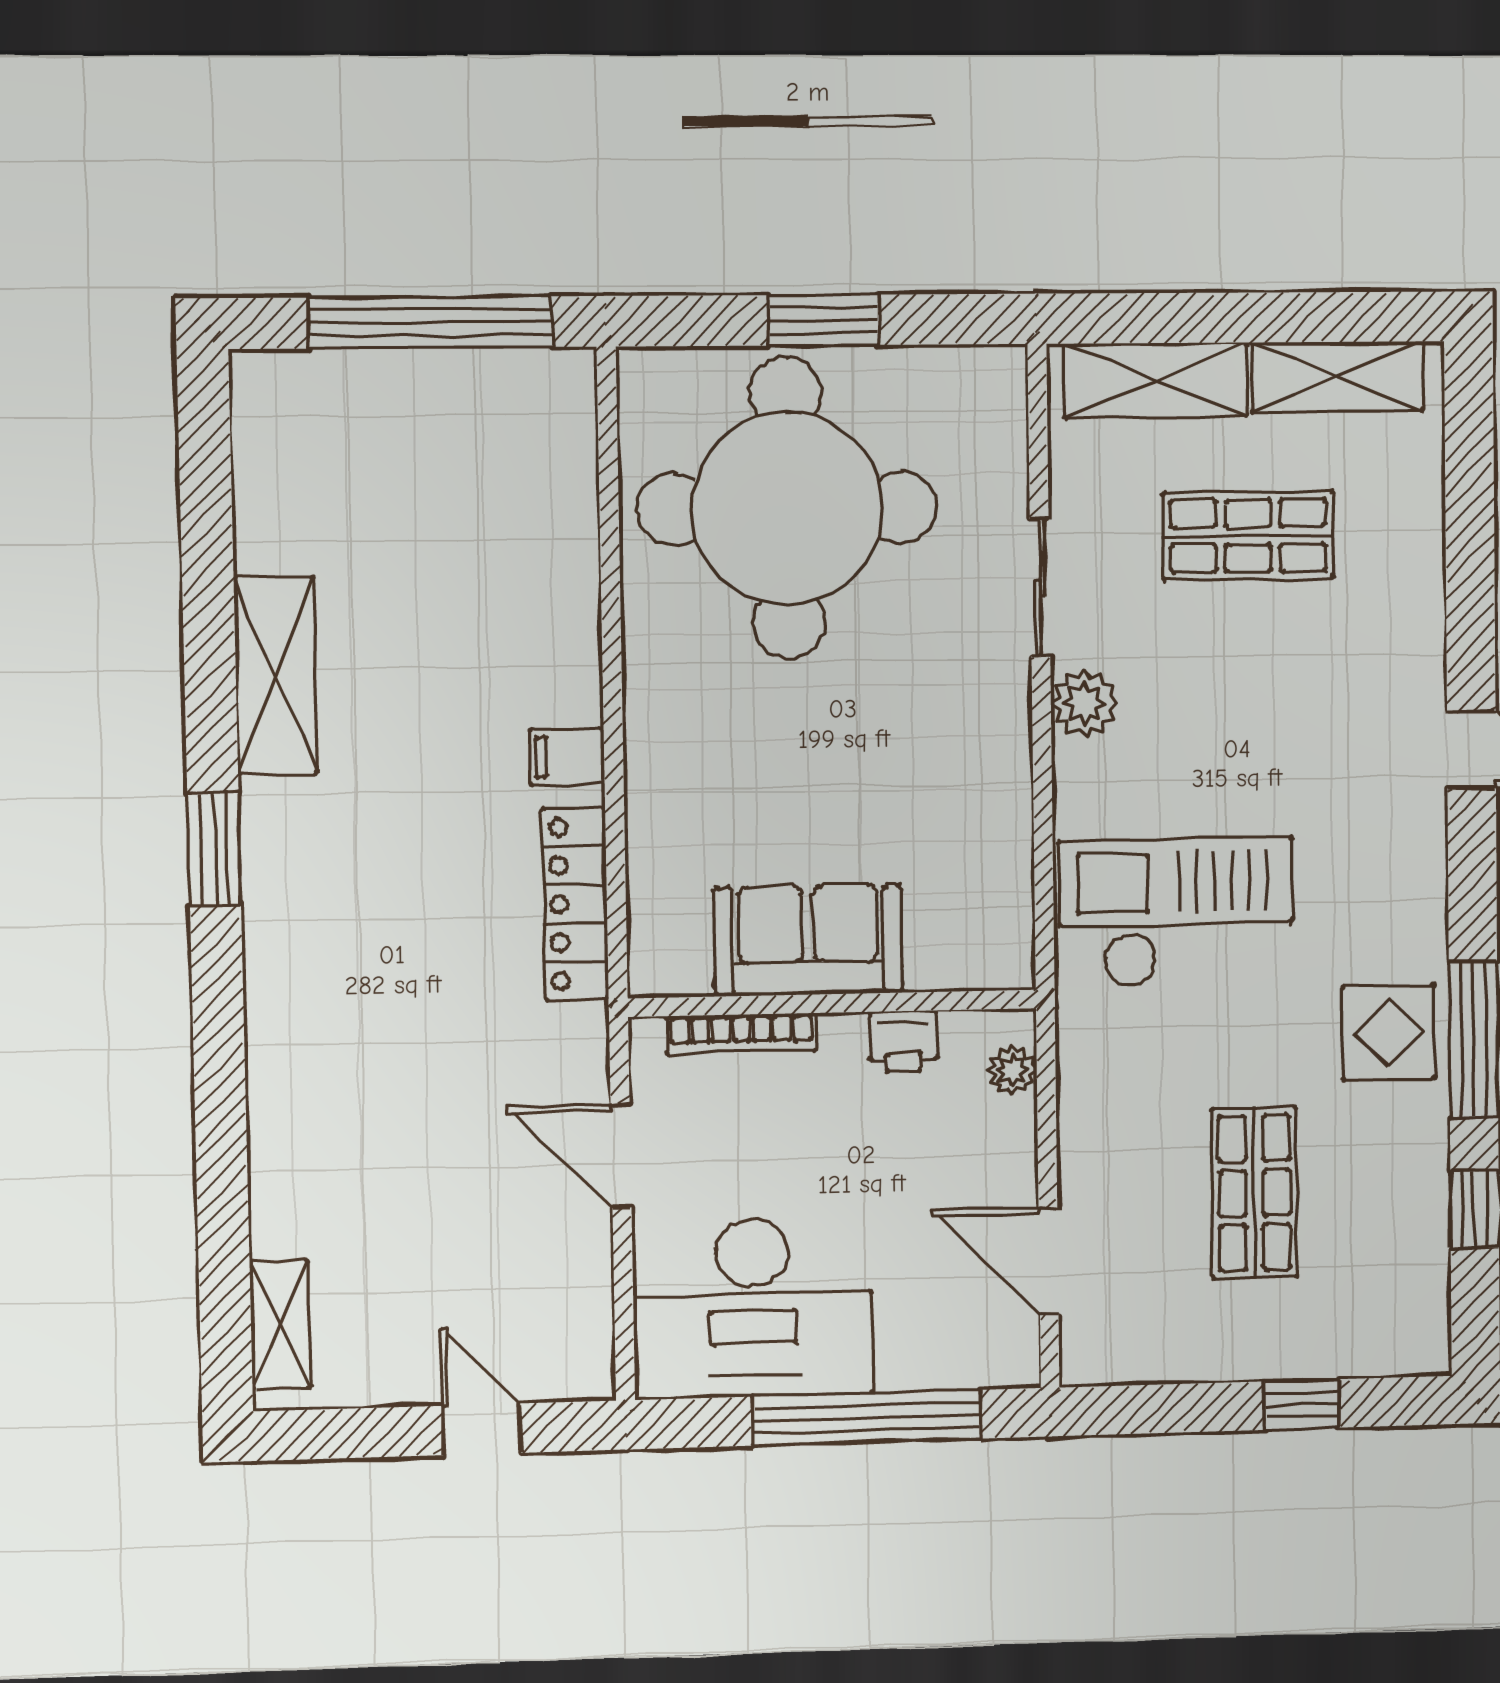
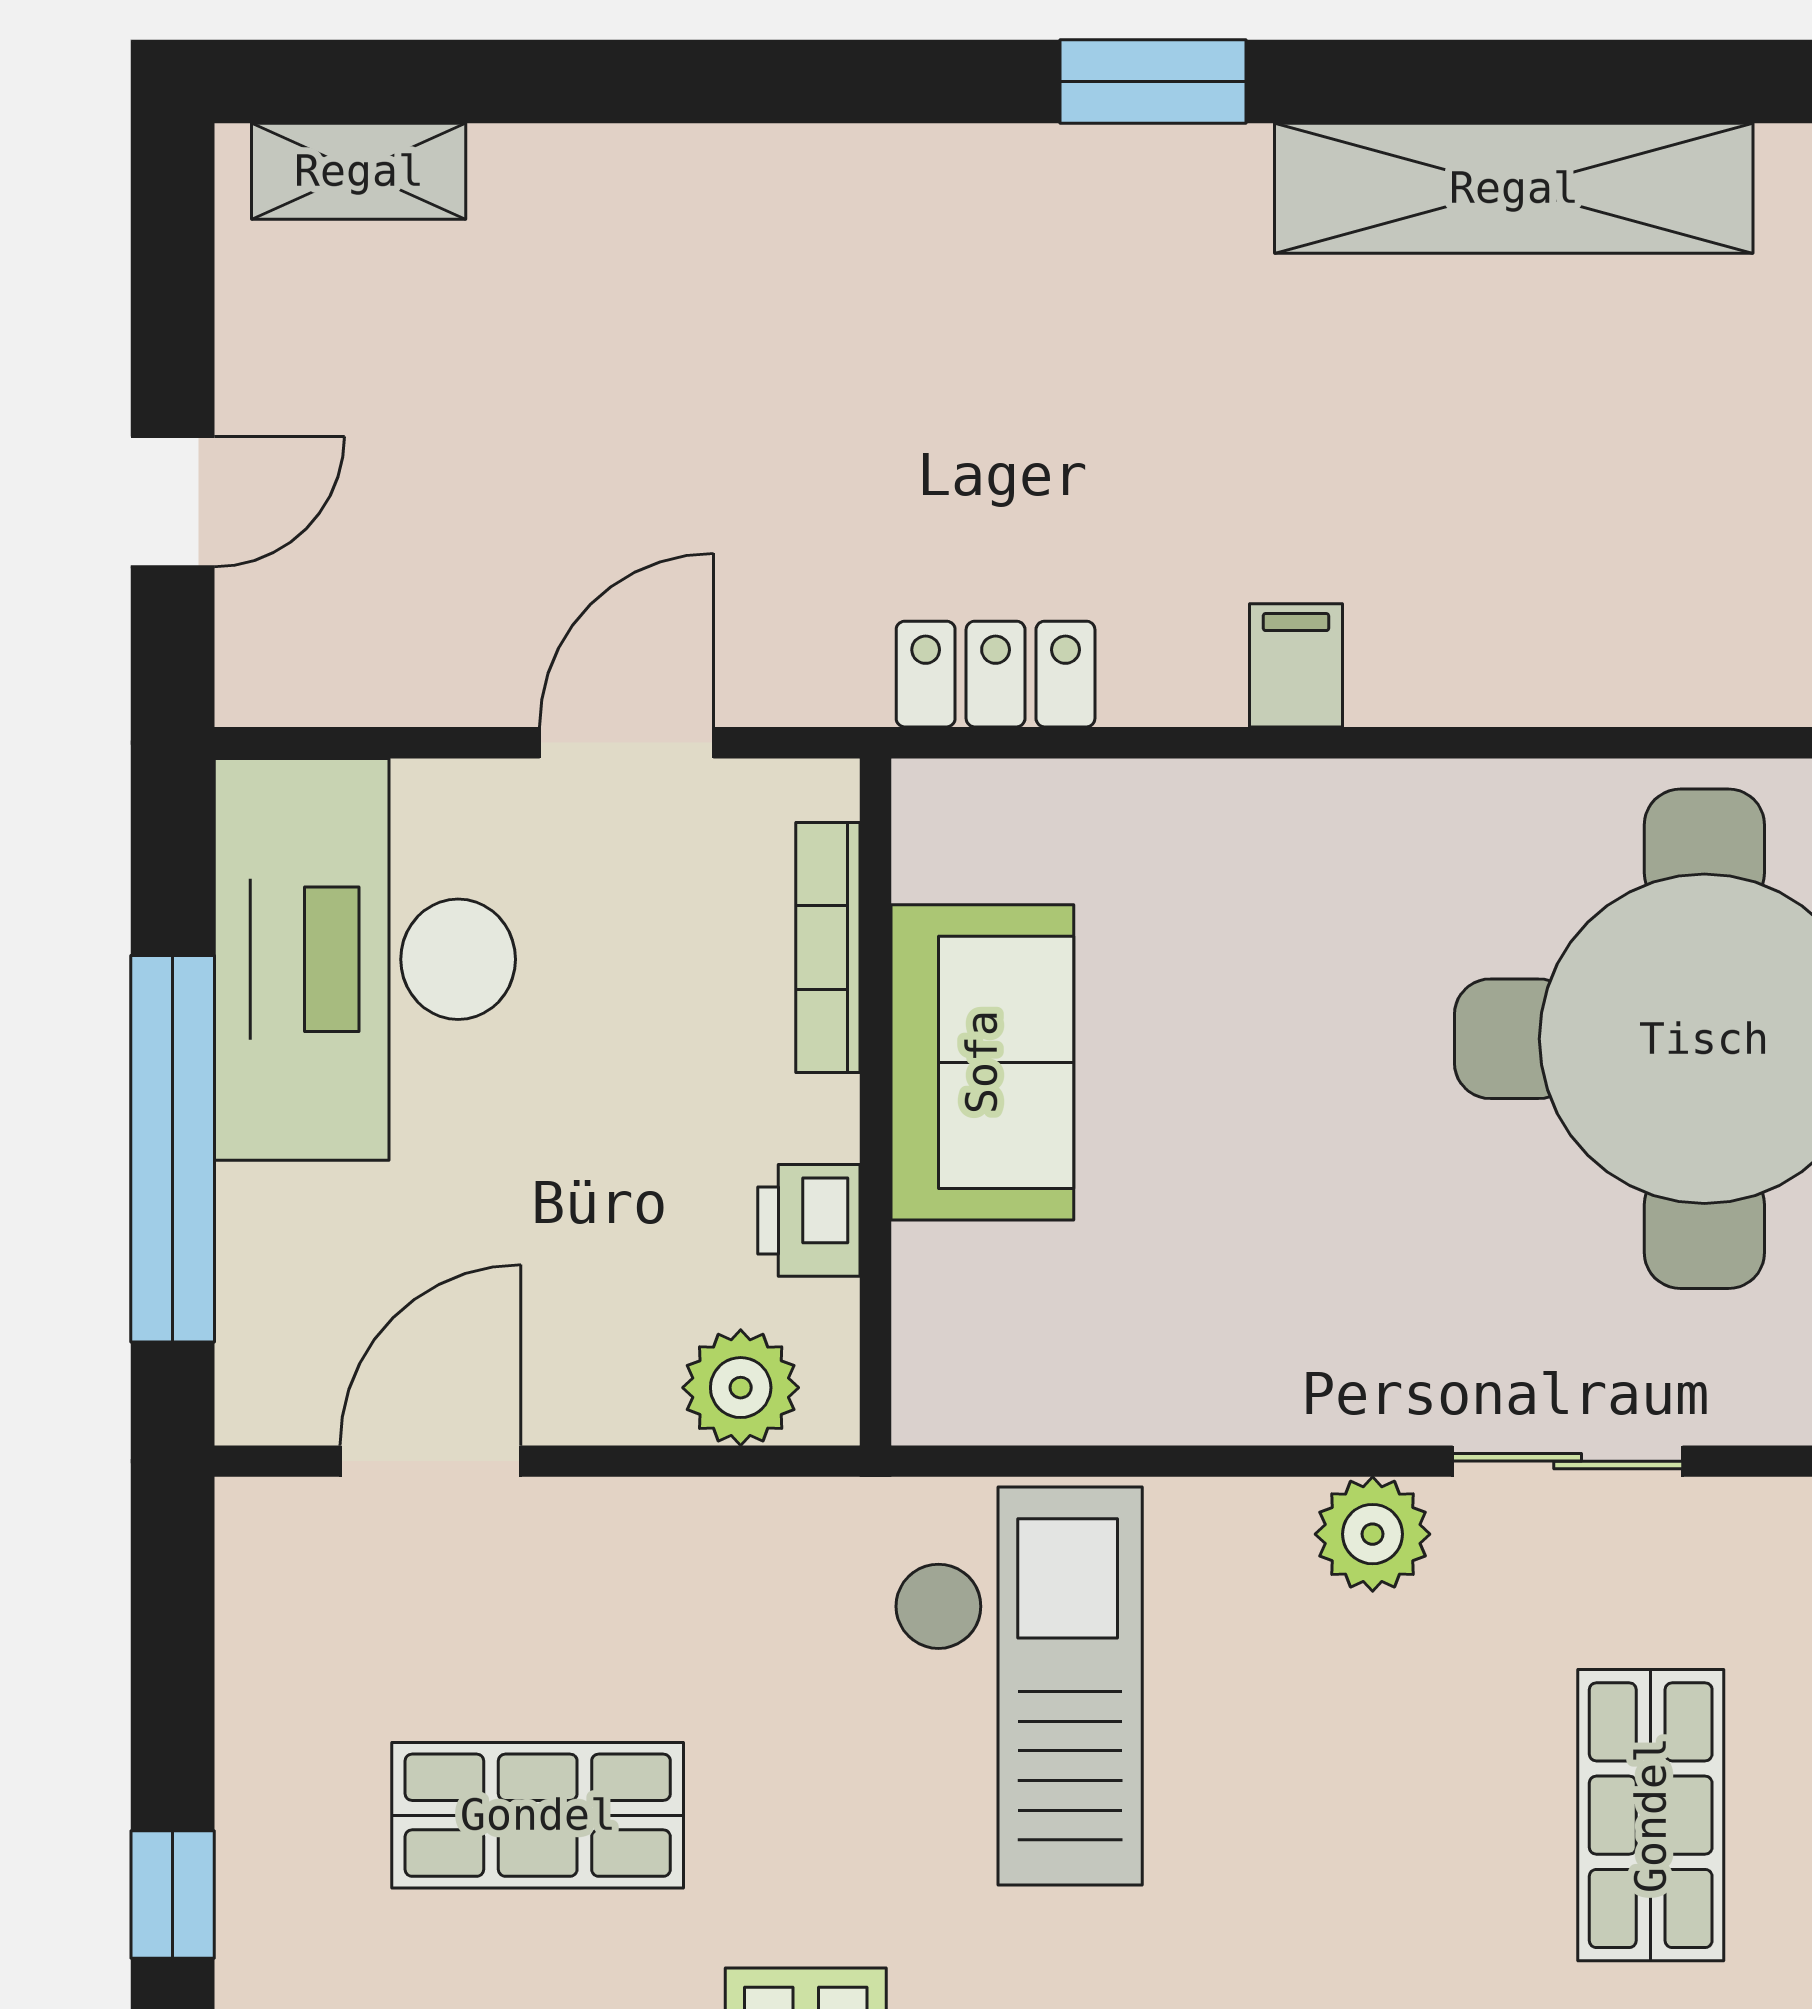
shelving: (276, 675) -> (1514, 188), width x1.47
locker: (575, 904) -> (996, 674), width x0.66
plant: (1012, 1070) -> (741, 1388), width x1.38, depth x1.38

